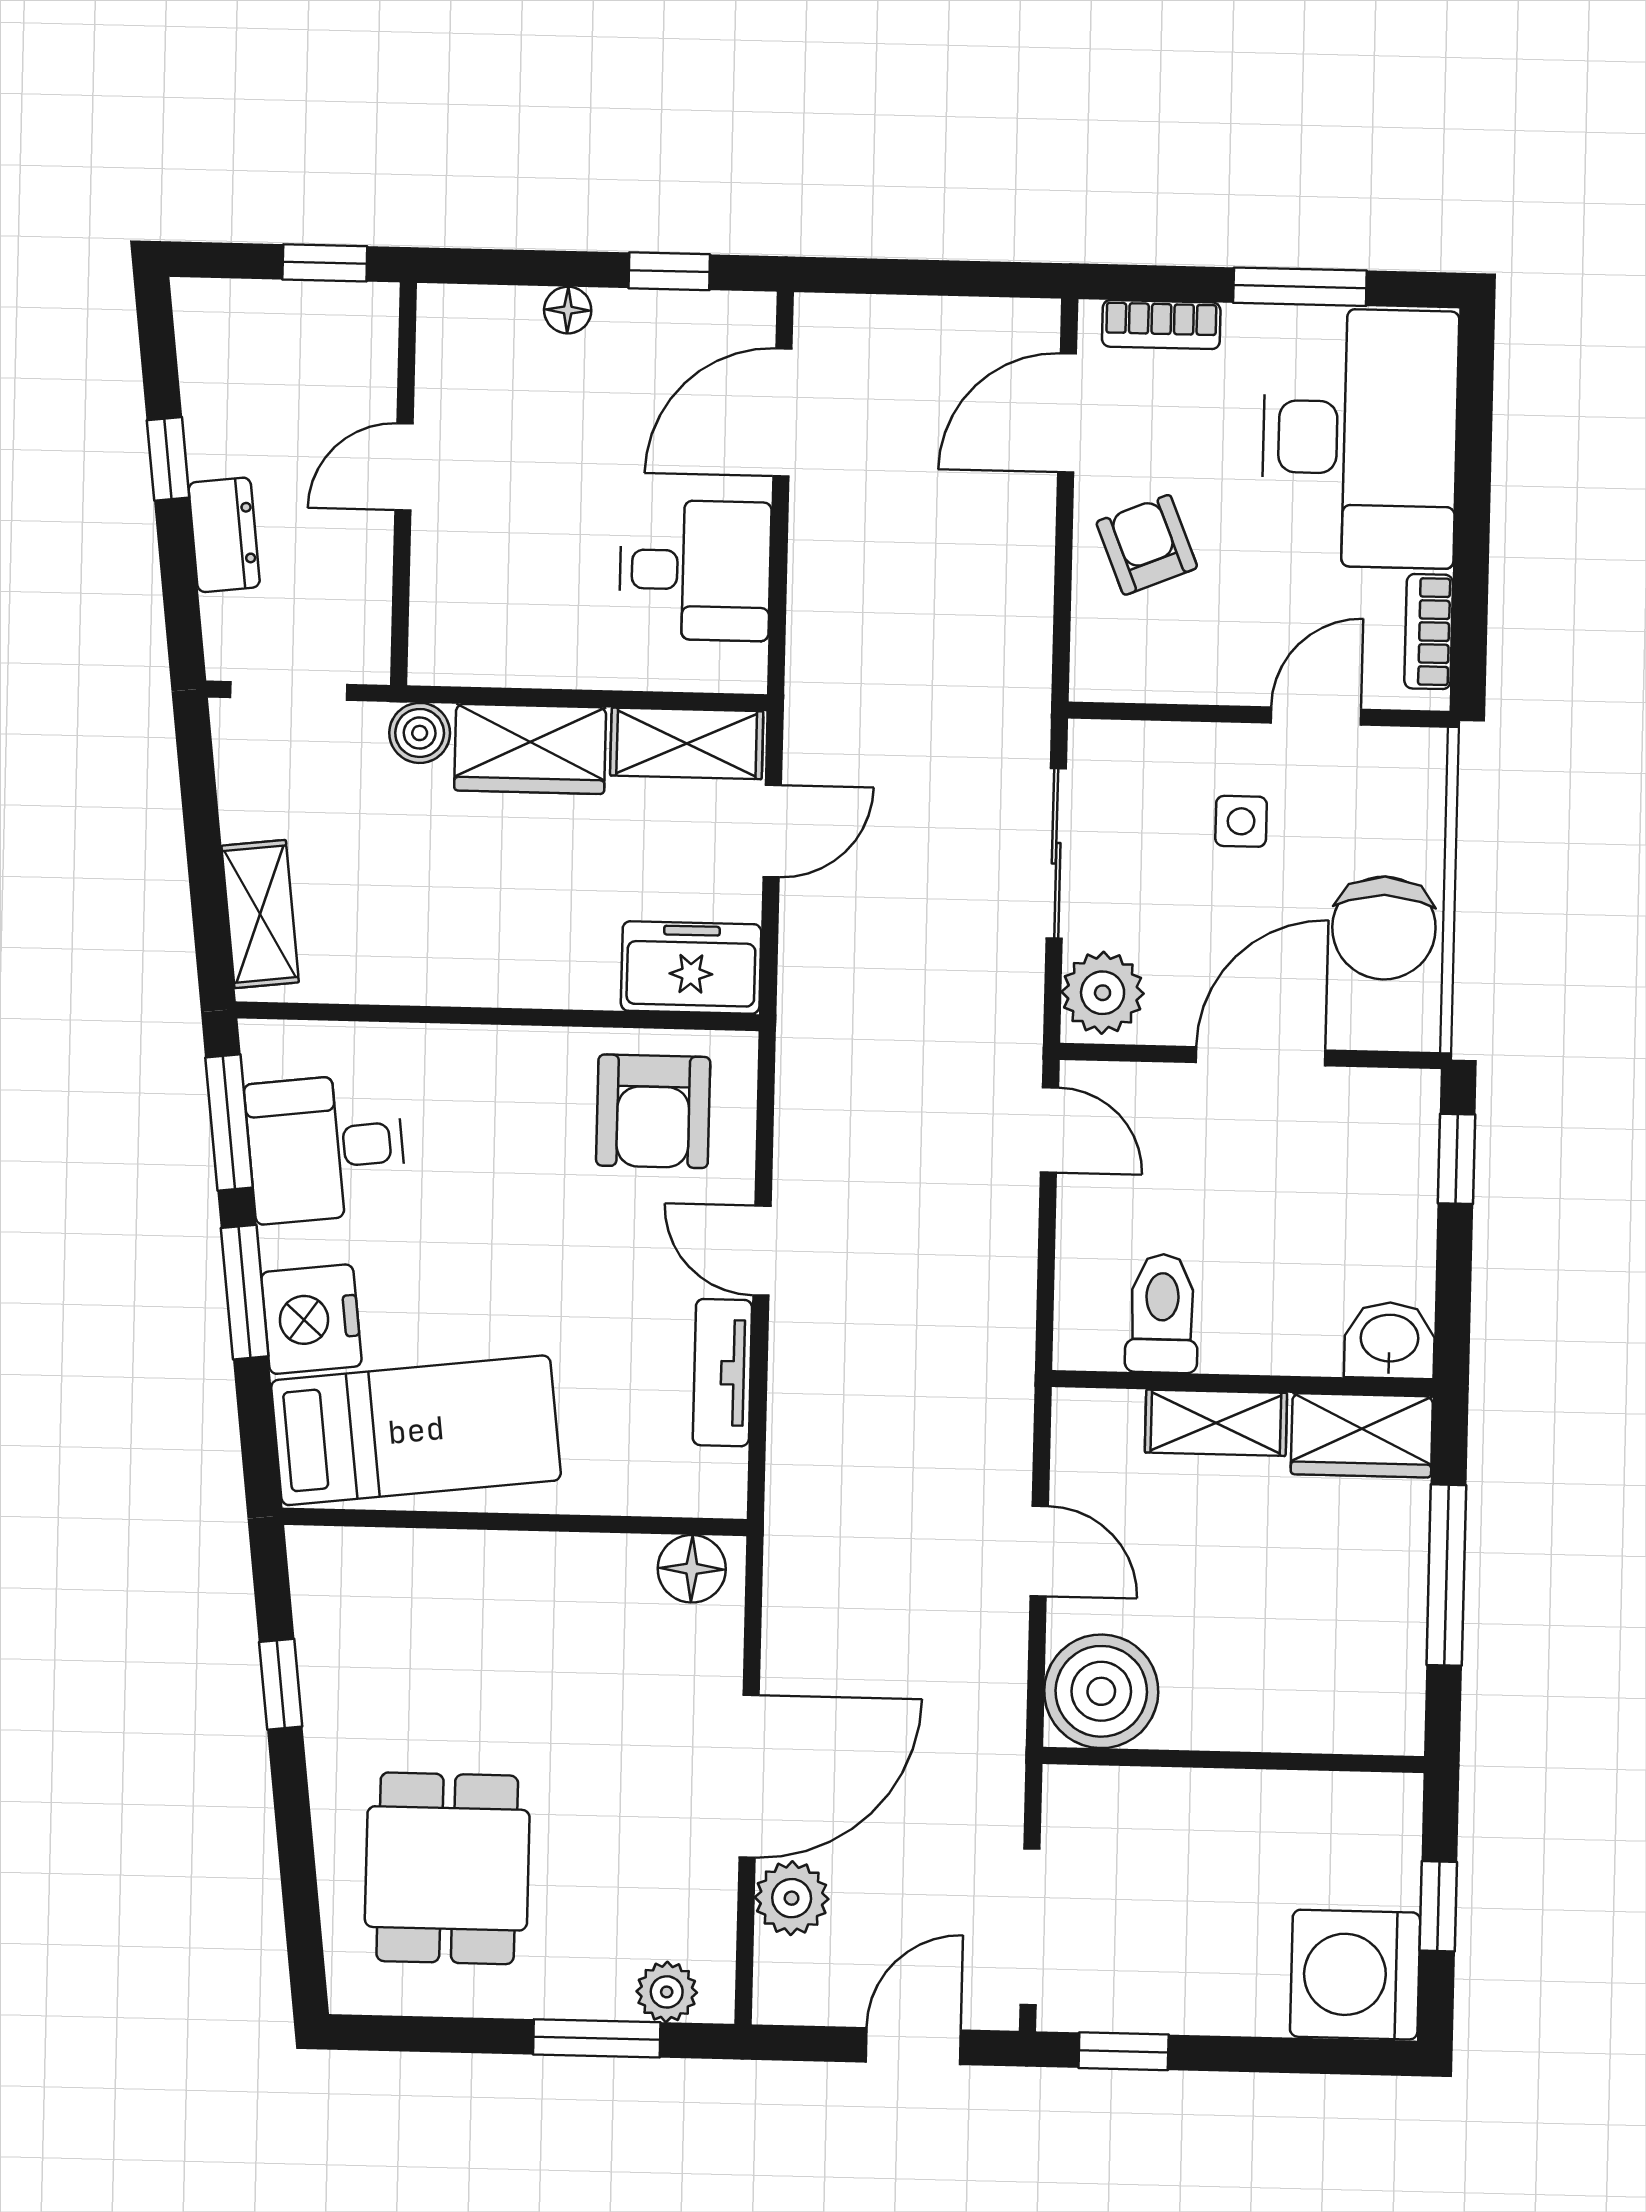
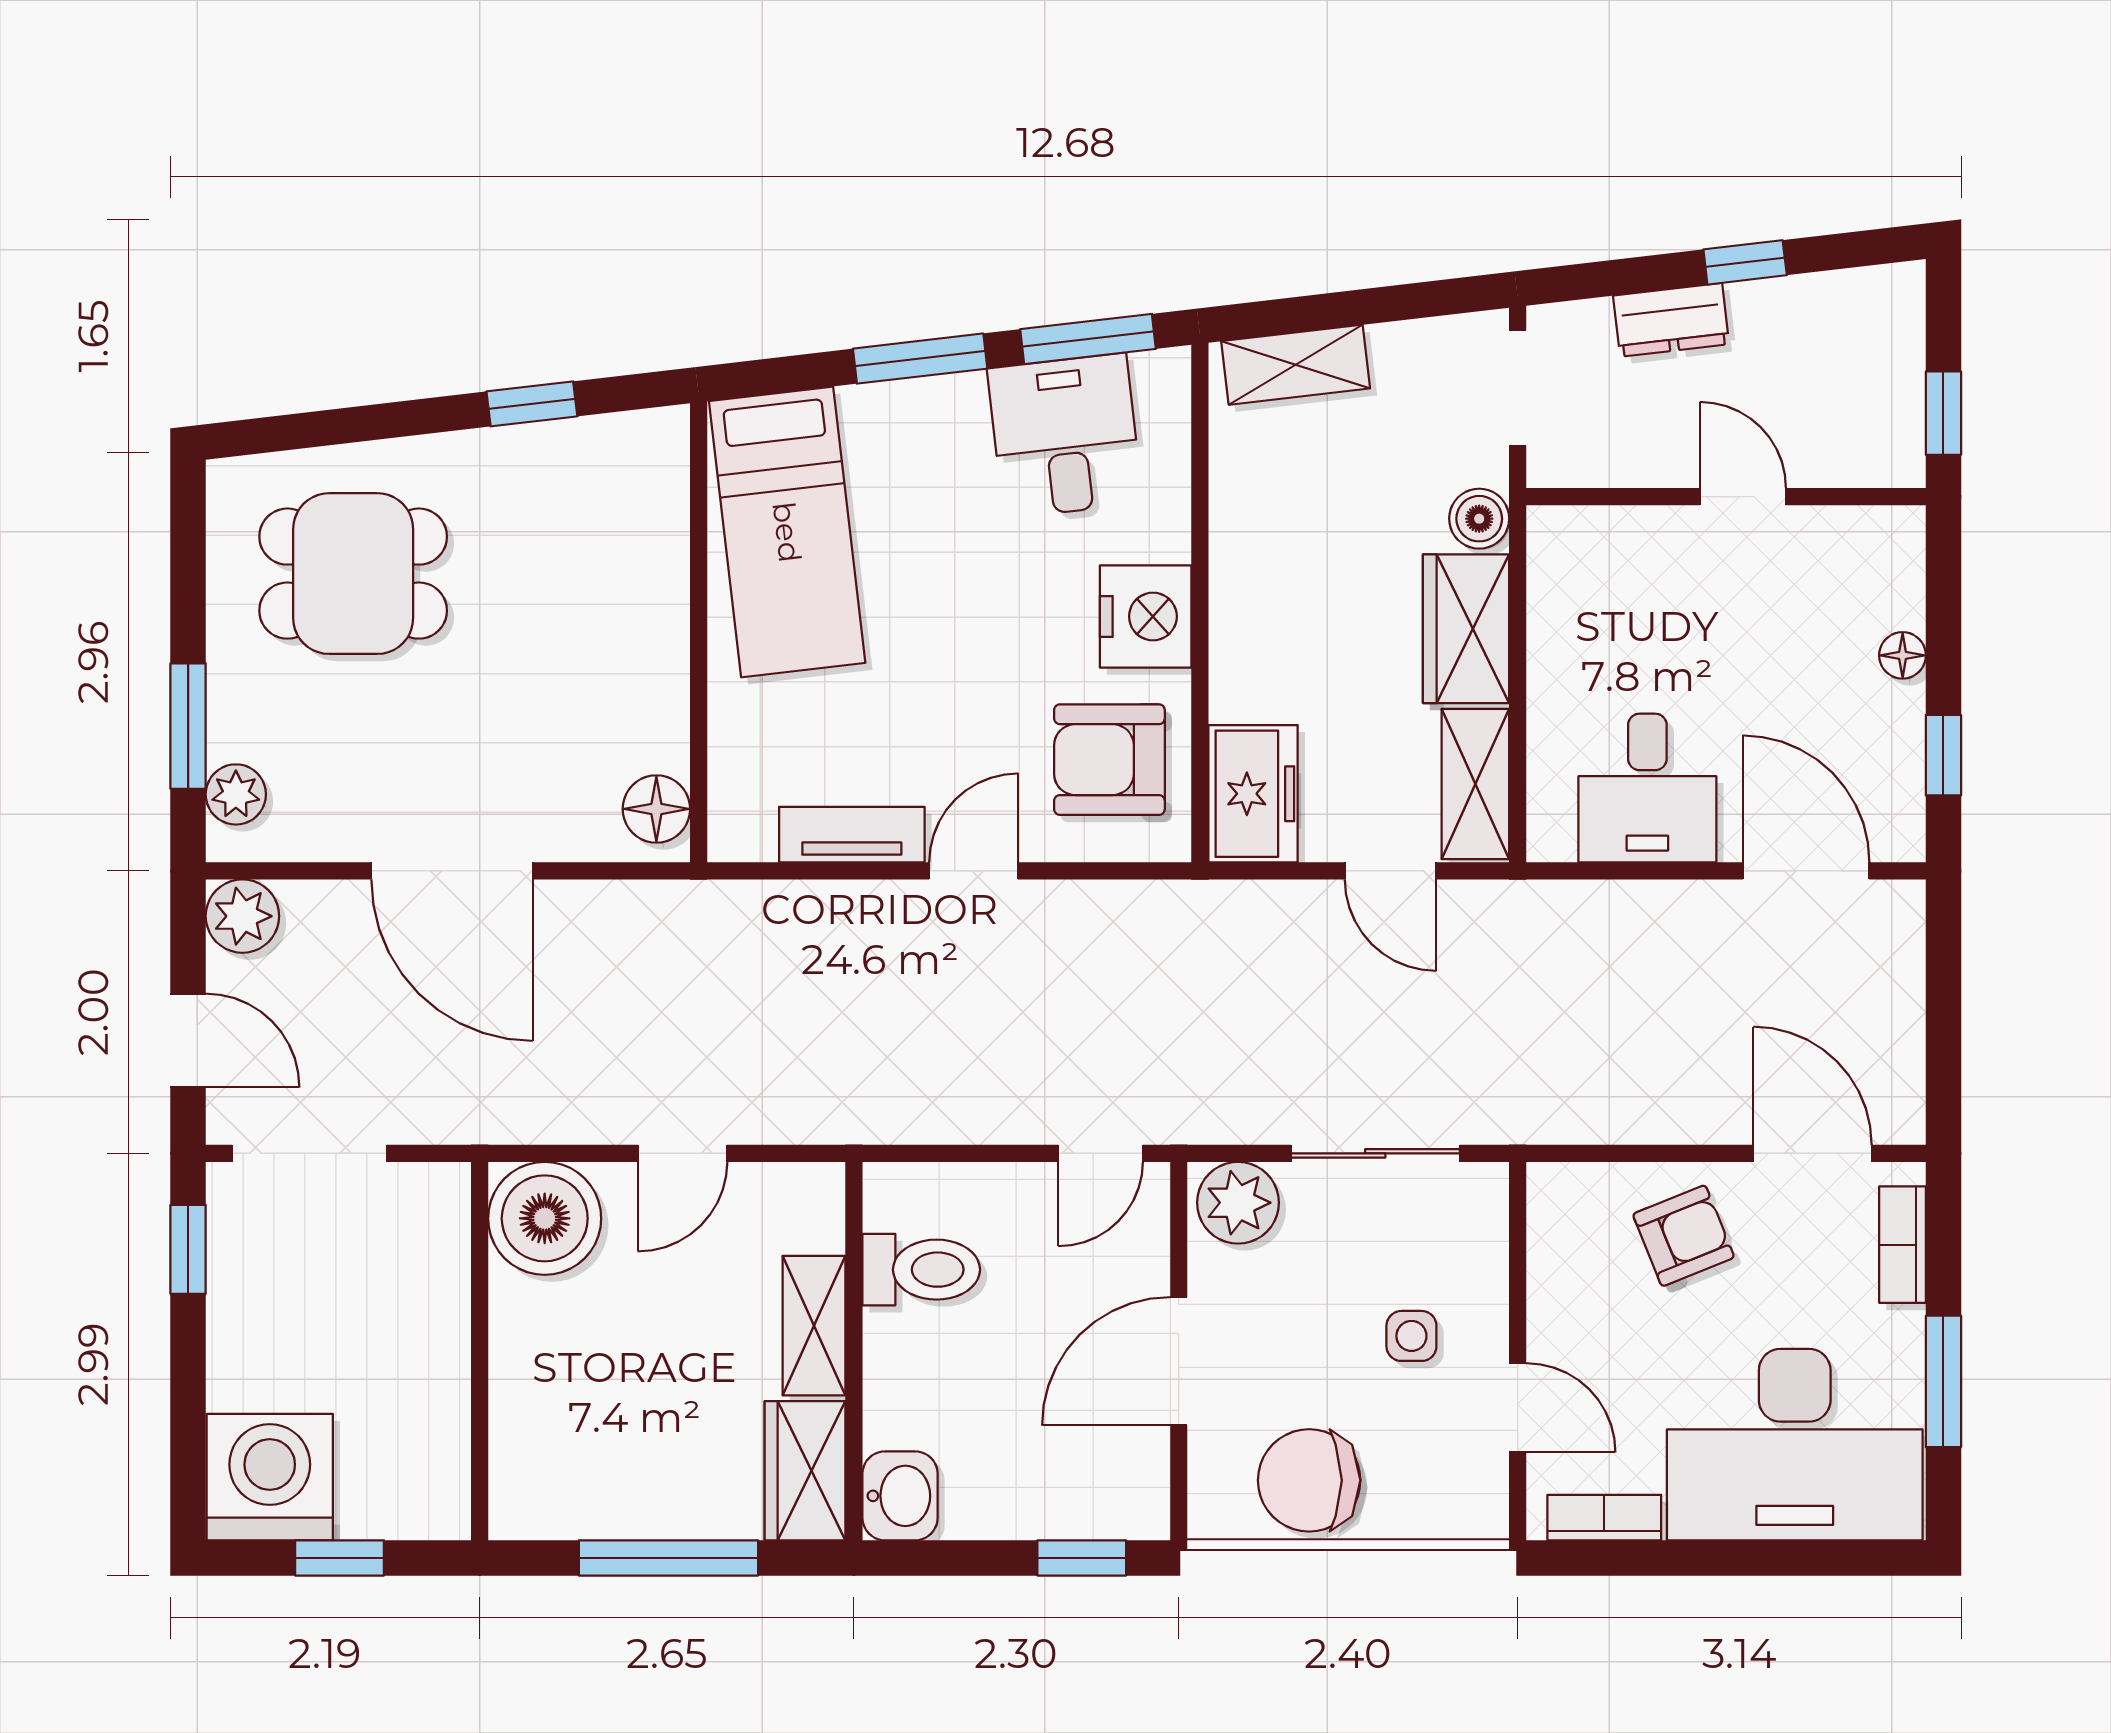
door: (1261, 1056) -> (1179, 1361), swing flipped
nightstand: (311, 1319) -> (1146, 616), moved, turned 97
plant: (792, 1898) -> (242, 916), moved

